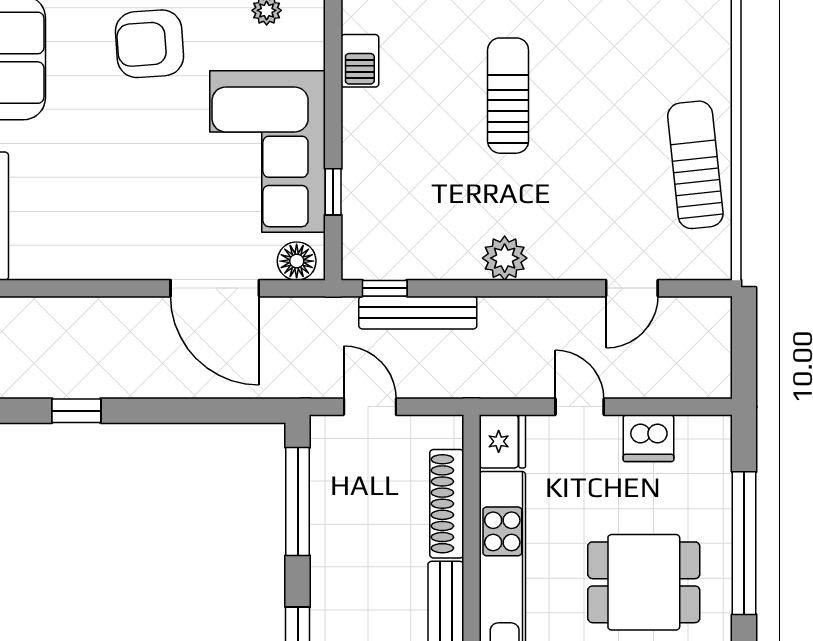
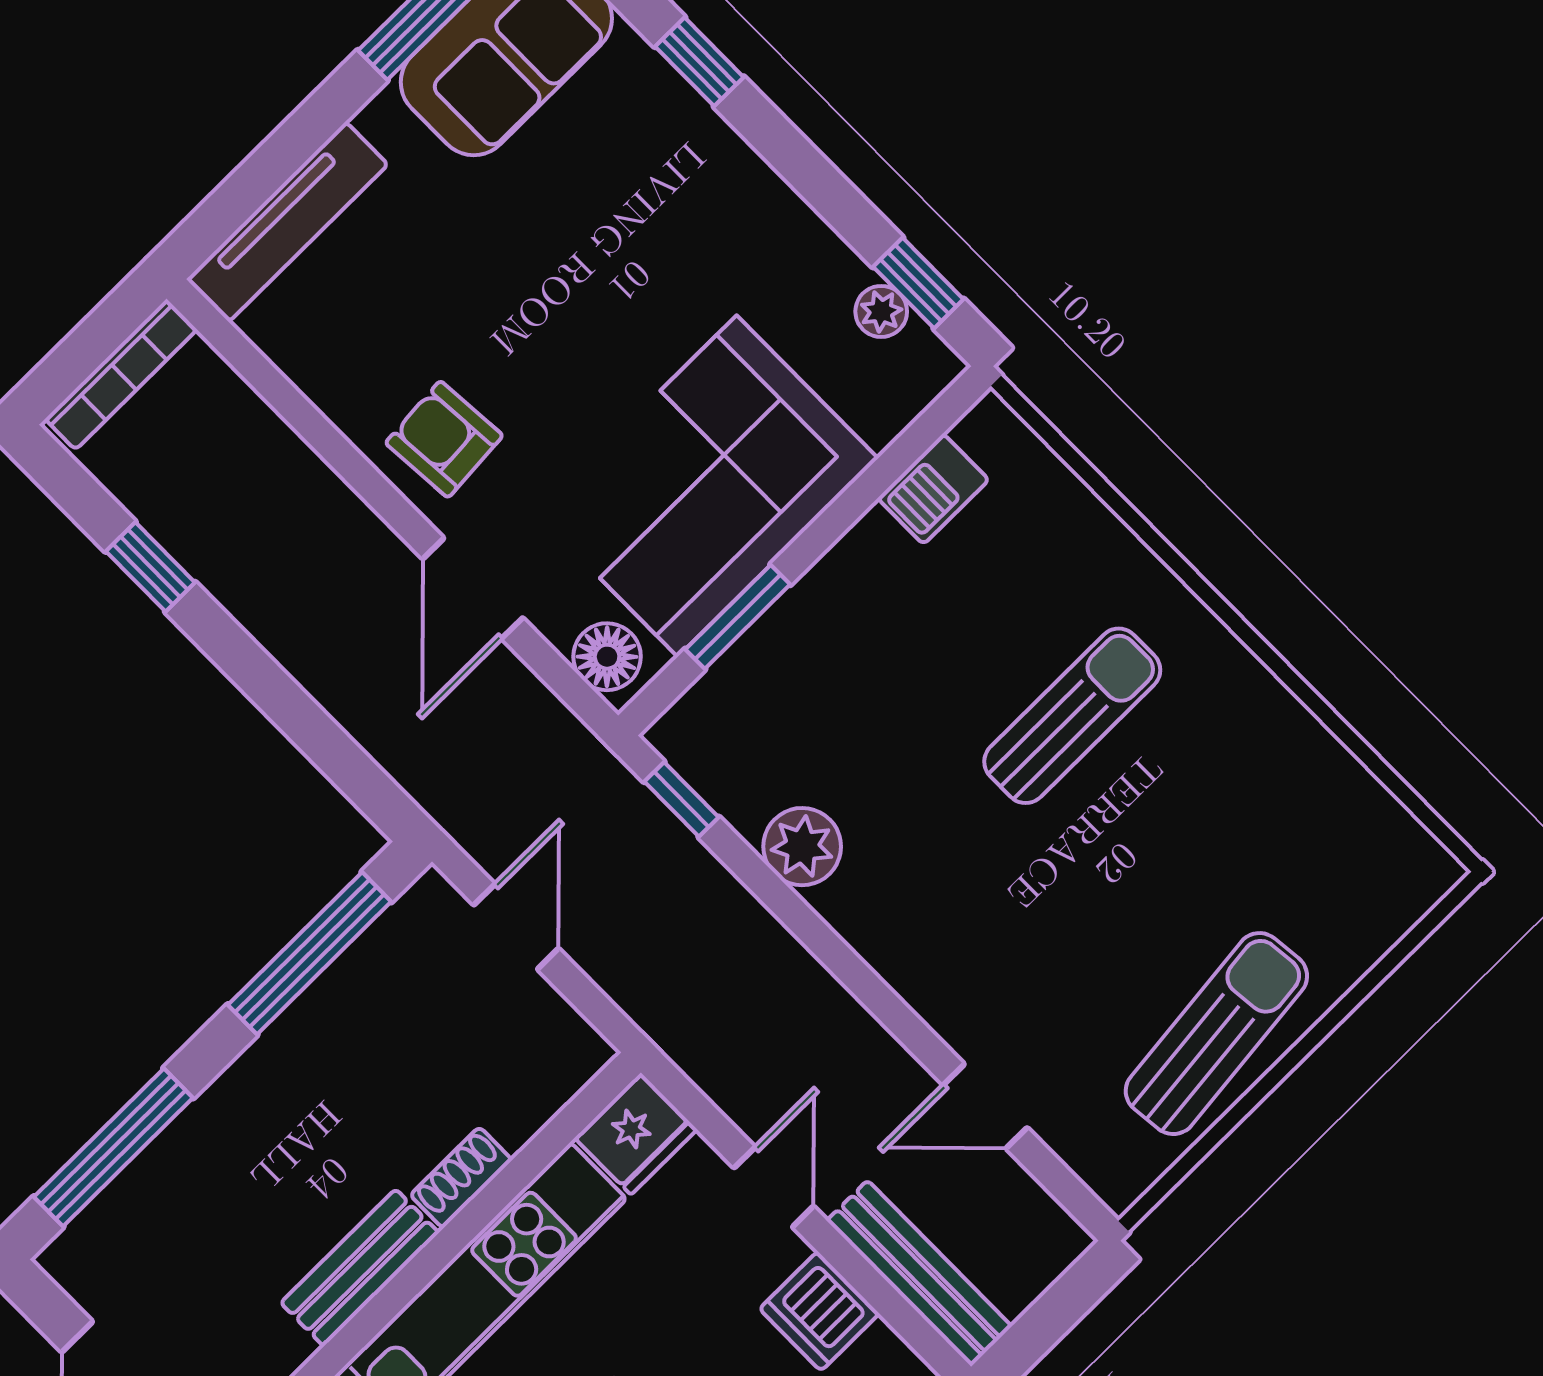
armchair: (149, 44) -> (444, 439), moved, width x0.72, depth x0.72
window: (333, 192) -> (738, 617), width x1.50
plant: (505, 258) -> (802, 847), moved
door: (215, 288) -> (473, 588), width x0.73
bench: (418, 313) -> (919, 1273), moved
shoe rack: (447, 504) -> (461, 1178), width x0.51, depth x0.81

